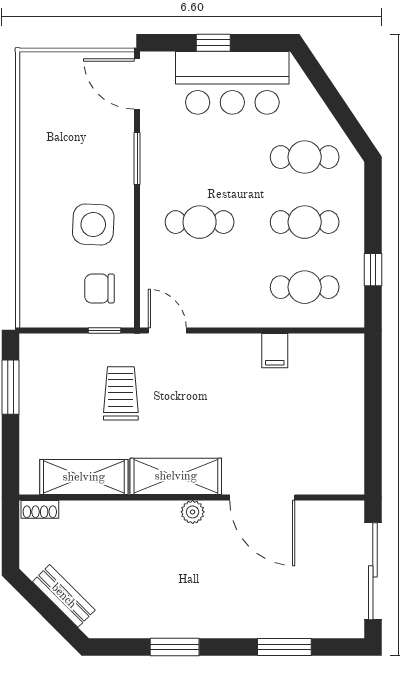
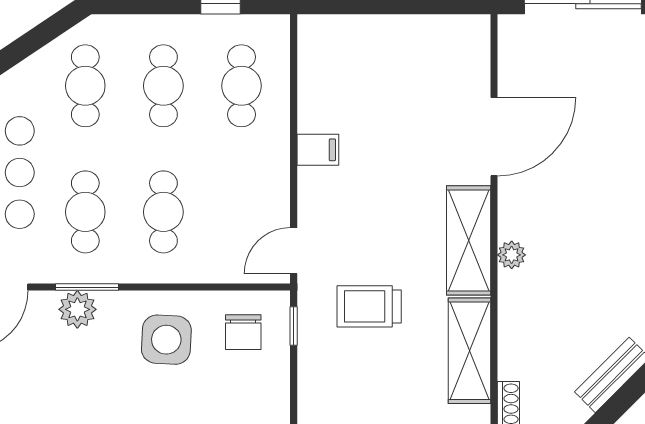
plant: (118, 151) -> (77, 309), added
cafe table: (200, 157) -> (85, 212), added
filing cabinet: (275, 351) -> (318, 150), moved
plant: (193, 512) -> (512, 255), moved

